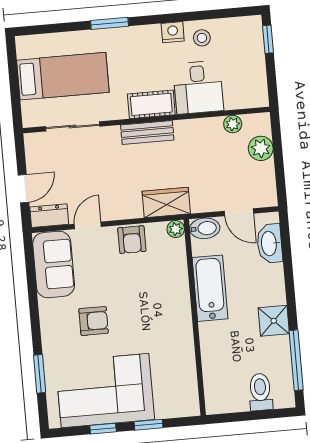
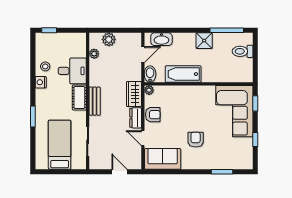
dresser: (49, 216) -> (136, 118), moved
corner sofa: (105, 391) -> (234, 111), moved
window: (148, 425) -> (255, 103), moved

